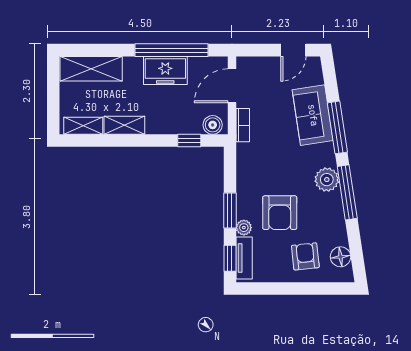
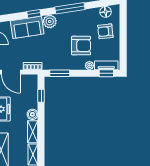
boiler: (213, 125) -> (32, 114), moved
window: (337, 127) -> (34, 14), width x0.46
plant: (327, 180) -> (50, 21), moved
window: (230, 211) -> (60, 73), moved

